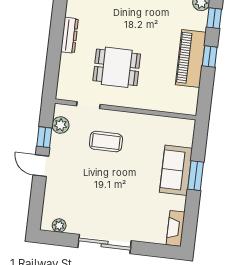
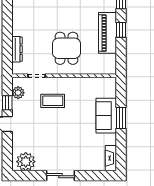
dresser: (69, 35) -> (17, 49), moved
dining table: (117, 67) -> (66, 48), moved, turned 90
plant: (59, 225) -> (26, 162), width x1.88, depth x1.88
sliding door: (105, 244) -> (60, 176), width x0.73

